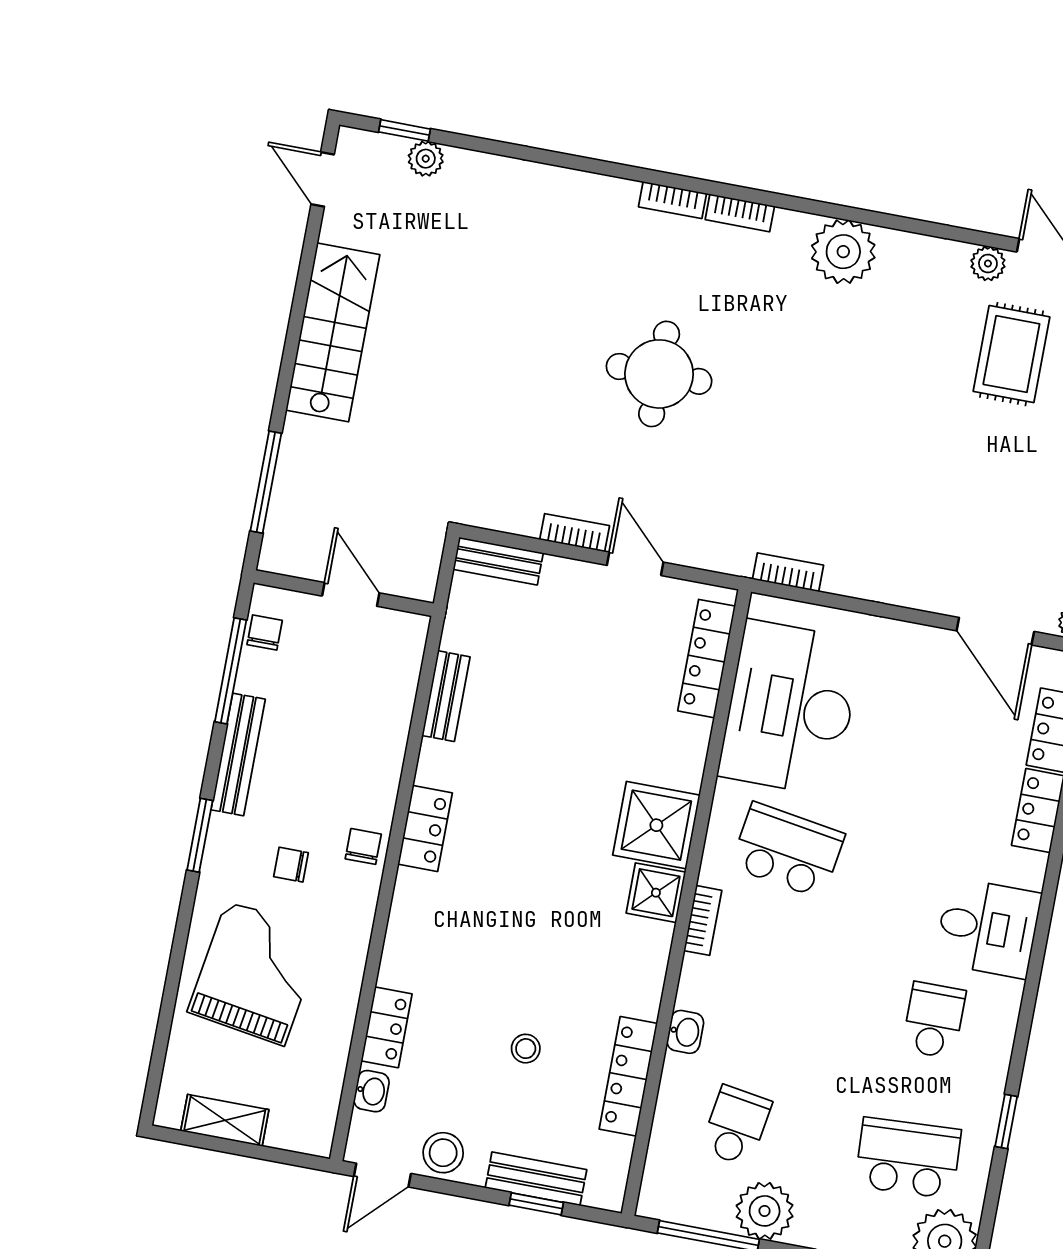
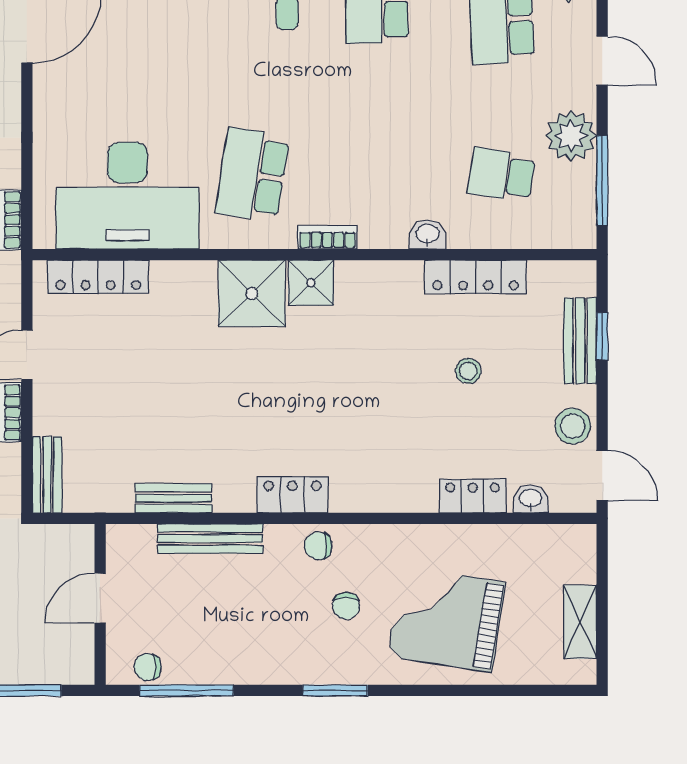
bench: (238, 754) -> (210, 539), moved

